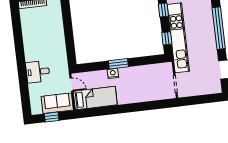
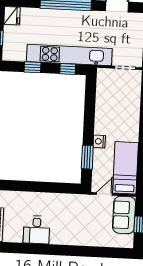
window: (118, 64) -> (87, 157), moved
desk: (38, 72) -> (37, 230), moved

